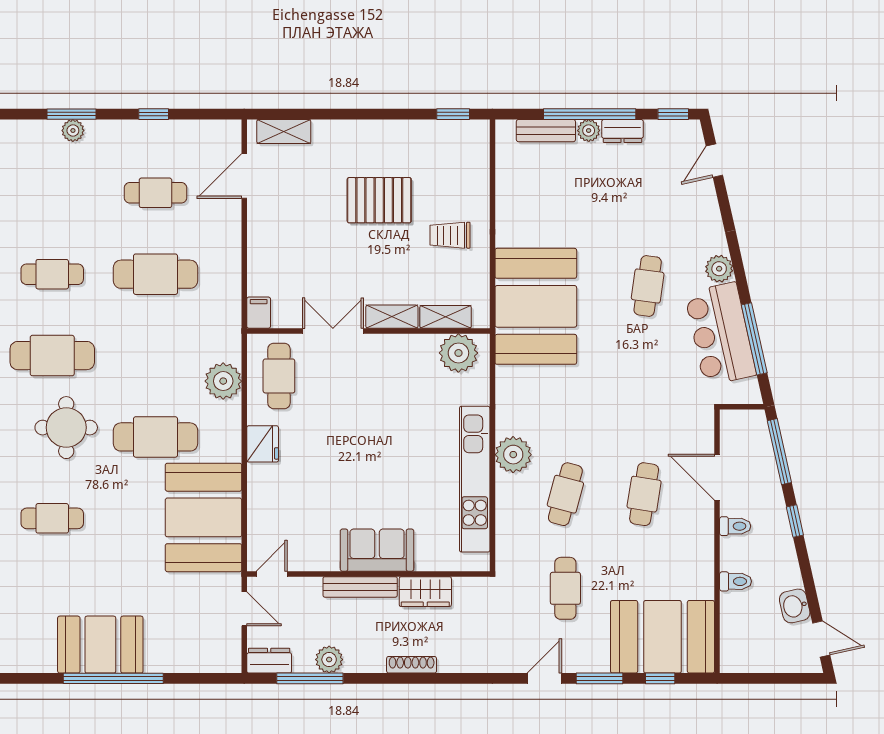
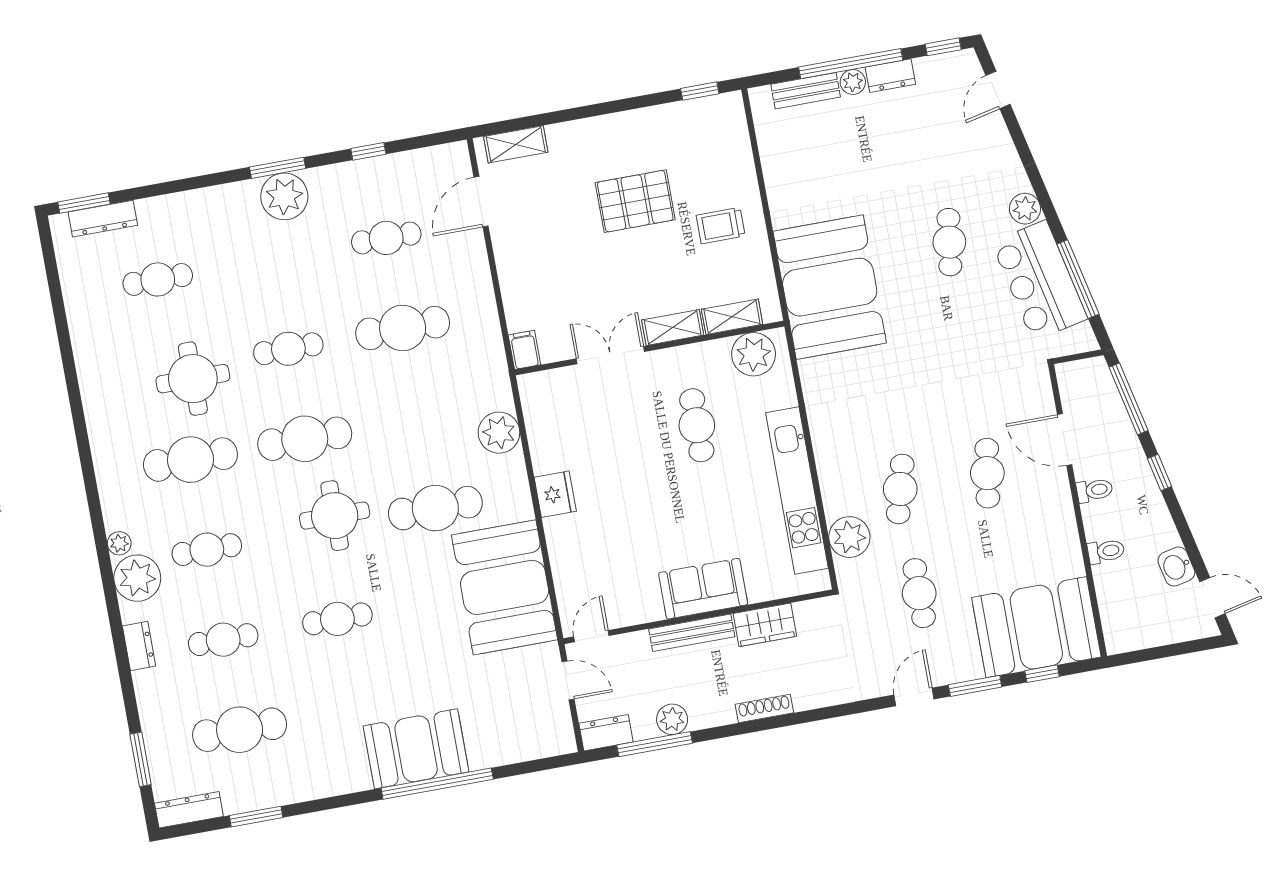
plant: (73, 130) -> (284, 196), width x1.88, depth x1.88
cafe table: (279, 376) -> (697, 425), moved
plant: (513, 455) -> (849, 537), moved

